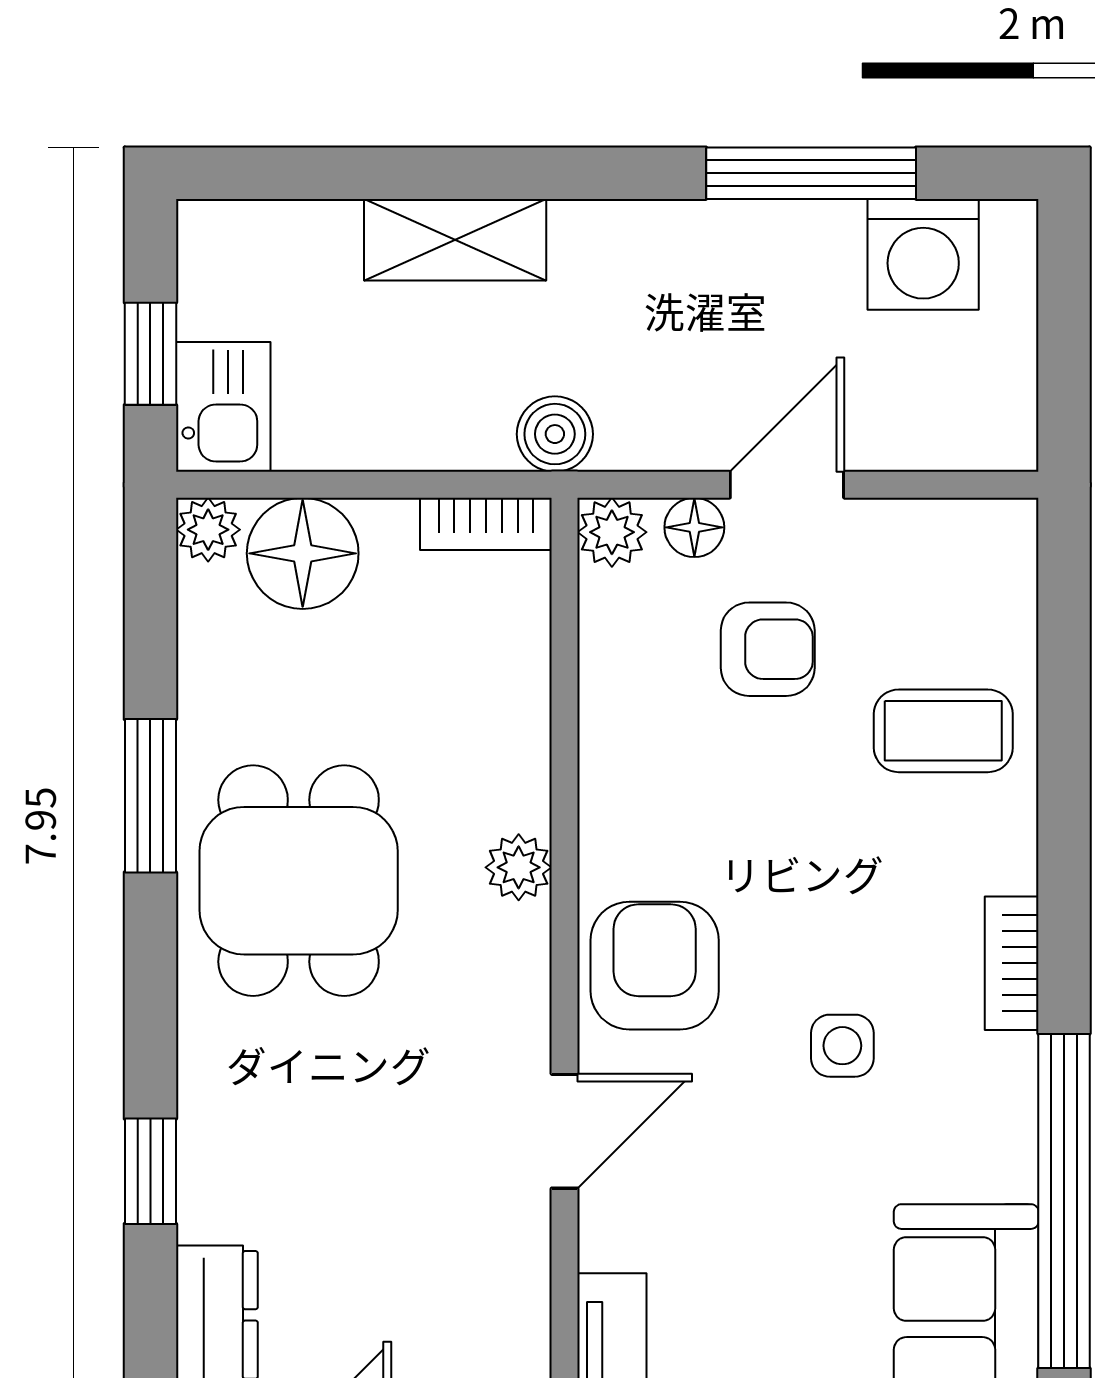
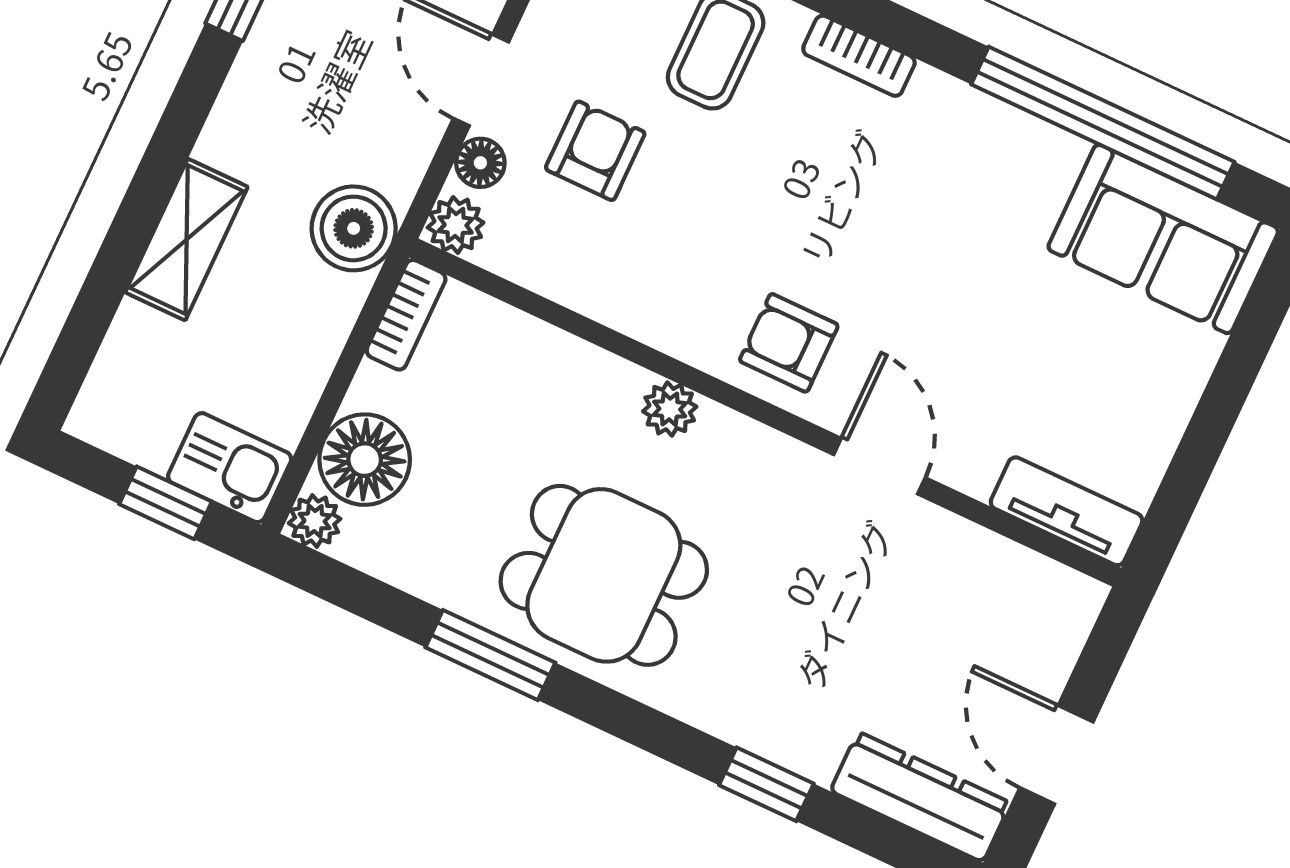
boiler: (555, 434) -> (354, 228), width x1.36, depth x1.36
bookcase: (1012, 963) -> (859, 56), moved
armchair: (655, 966) -> (789, 343), width x0.72, depth x0.72
side table: (842, 1046) -> (912, 232), removed

